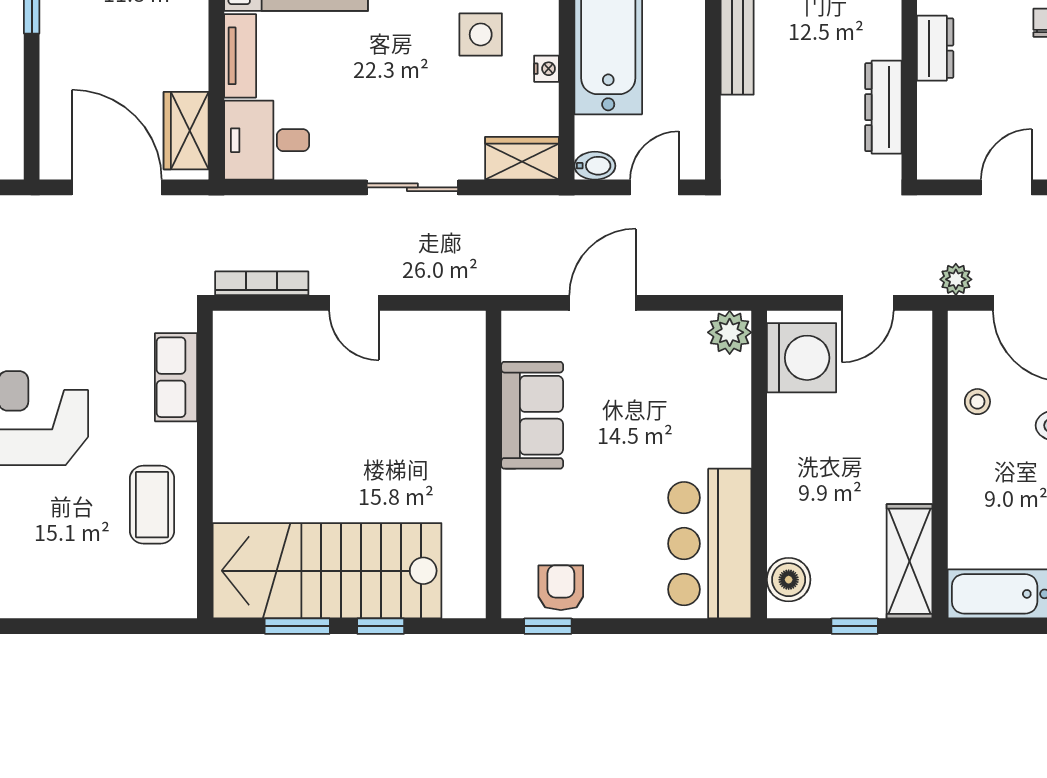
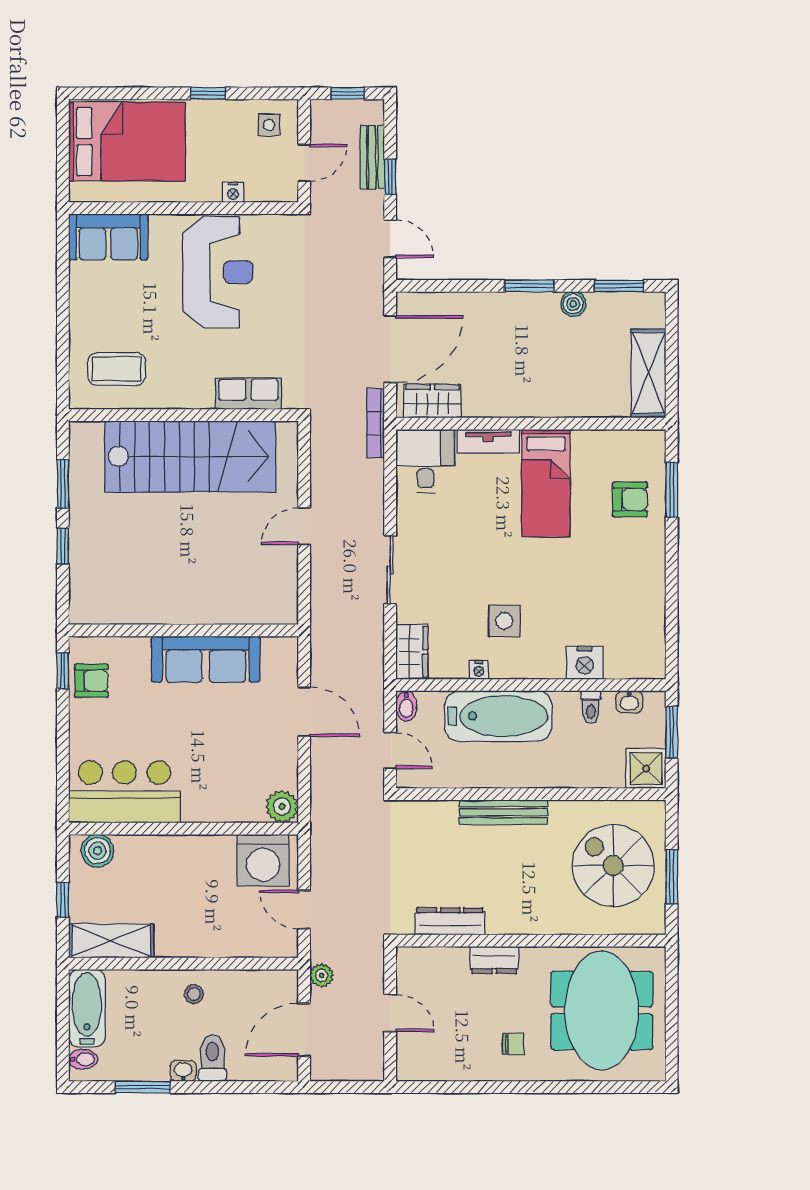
bookcase: (262, 283) -> (376, 423), moved, turned 180
stool: (977, 402) -> (194, 994), moved
sofa: (532, 415) -> (206, 659), width x1.36
coffee table: (152, 505) -> (117, 369), moved
stairs: (327, 571) -> (190, 456), moved, turned 90

